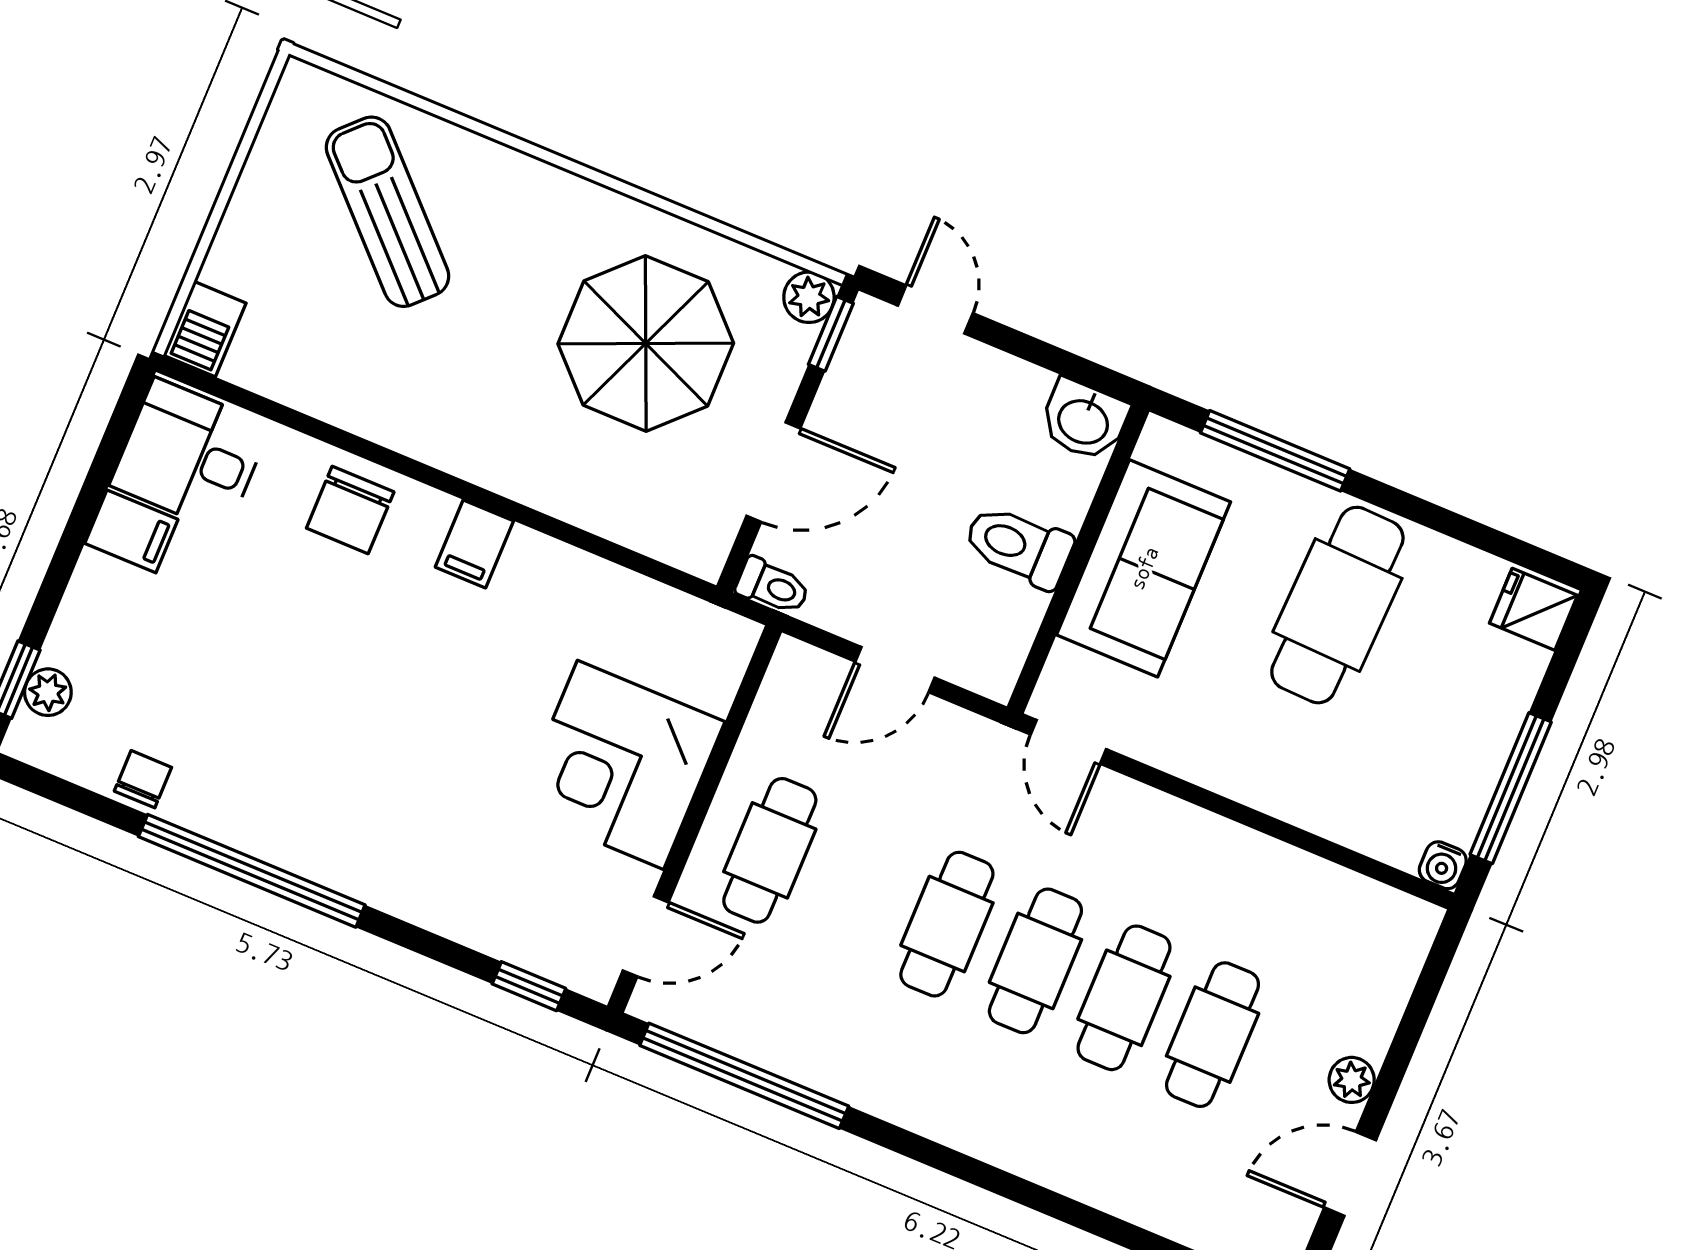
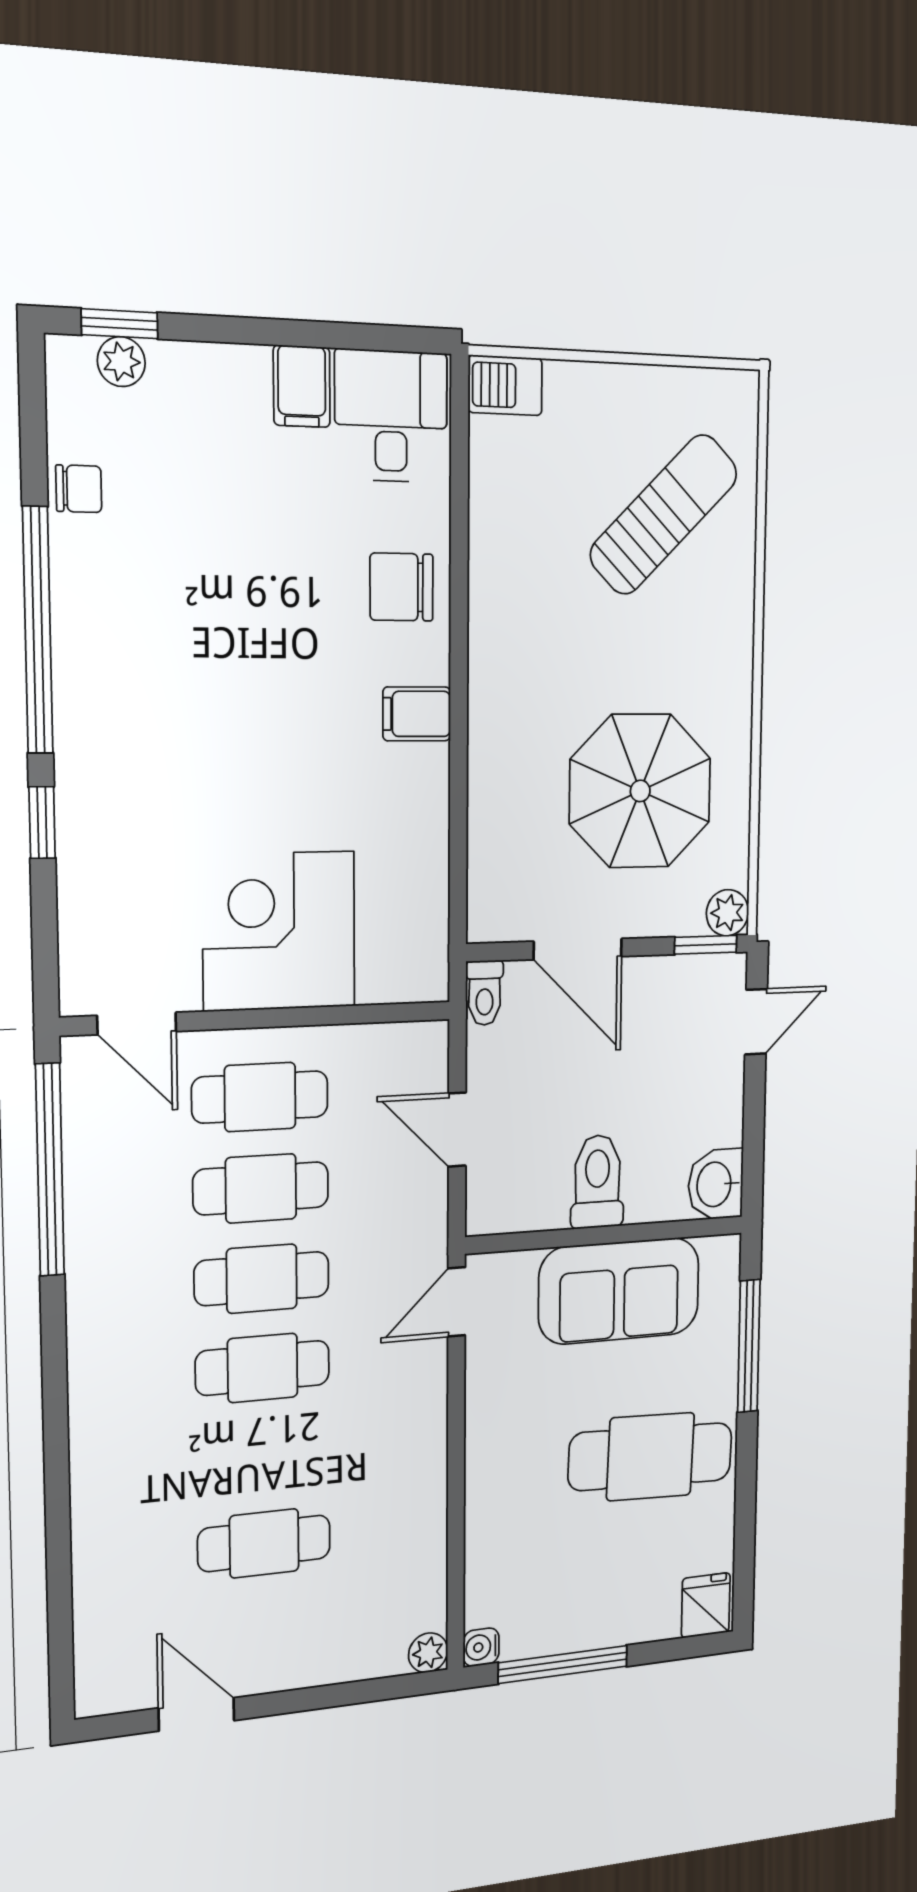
window: (529, 986) -> (42, 823), moved
cafe table: (1124, 998) -> (261, 1188), moved
plant: (1352, 1080) -> (428, 1653), moved

